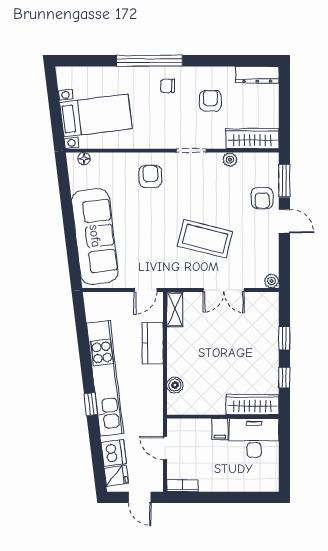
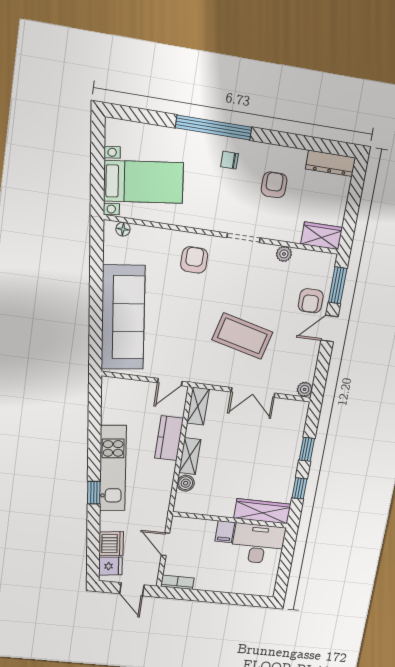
wardrobe: (252, 139) -> (322, 236), width x0.67
door: (284, 221) -> (330, 329), swing flipped
shelving: (175, 358) -> (190, 456), added
kitchen unit: (105, 378) -> (113, 468), width x0.73

